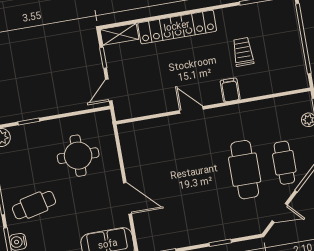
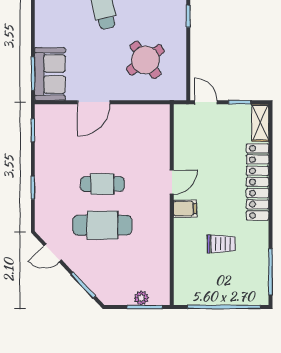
filing cabinet: (230, 90) -> (185, 209), moved
round table: (78, 156) -> (145, 60), turned -36
cafe table: (284, 163) -> (102, 184), moved
door: (280, 213) -> (53, 253), hinge flipped

